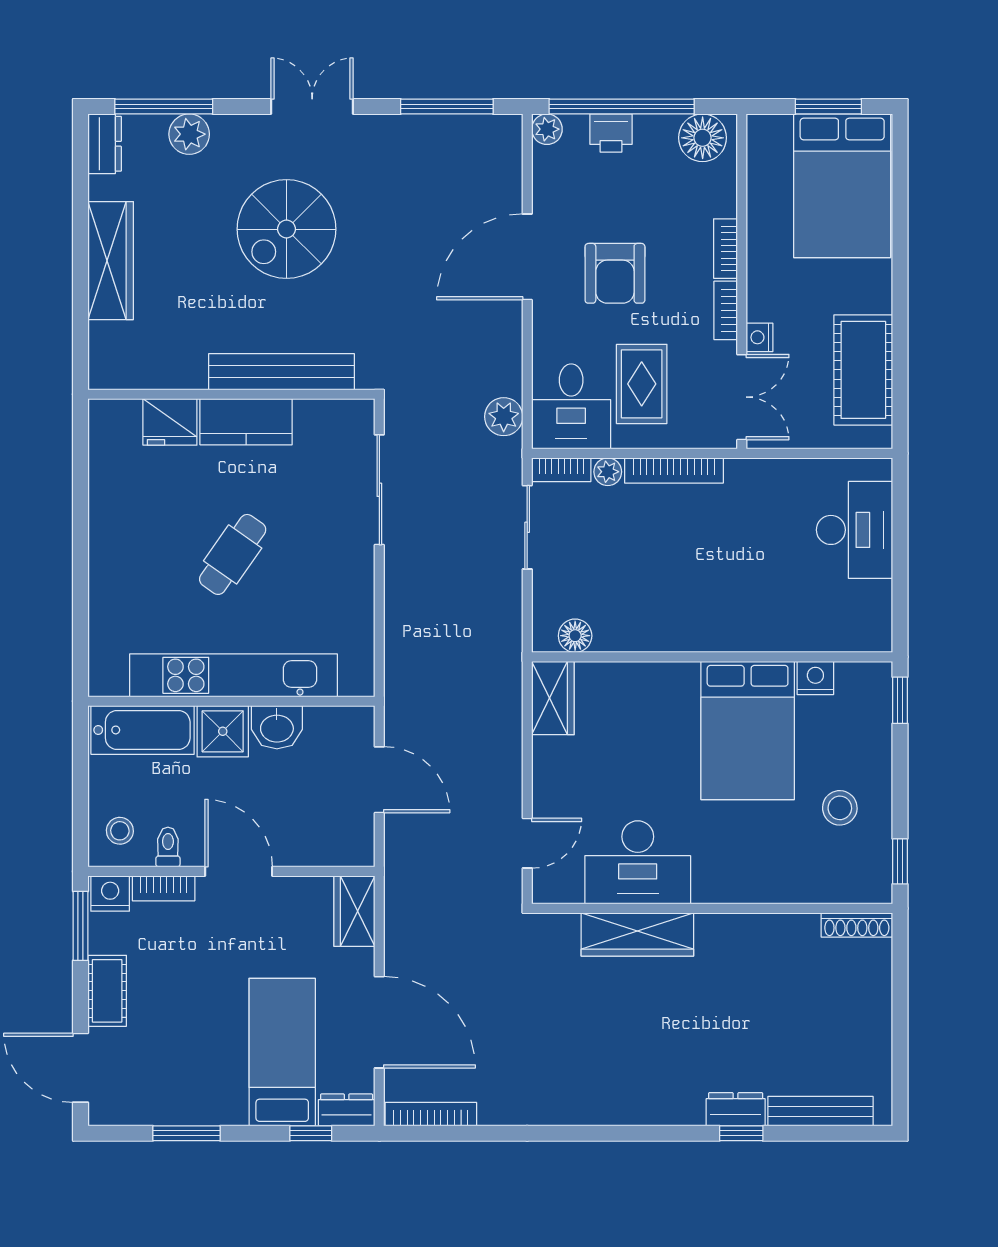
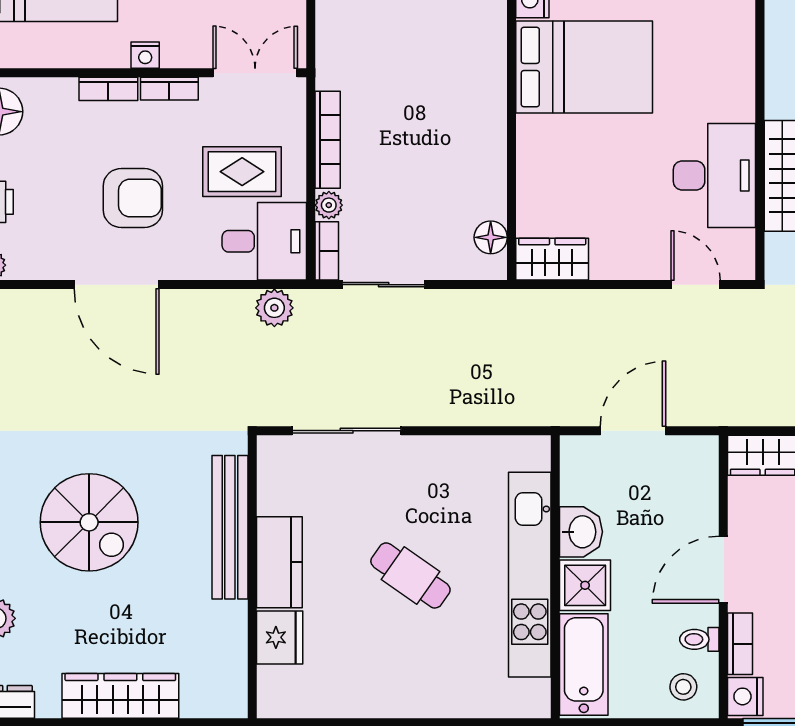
nightstand: (760, 337) -> (145, 55), moved

